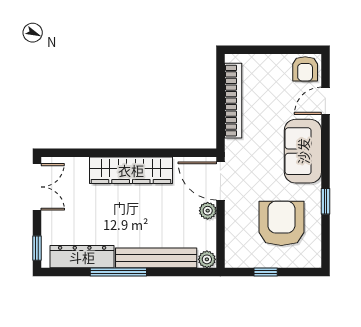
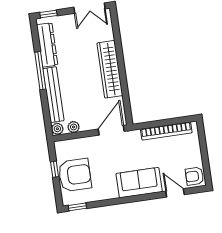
window: (325, 201) -> (77, 207), moved
plant: (208, 211) -> (74, 127), moved
armchair: (281, 223) -> (75, 175), moved

